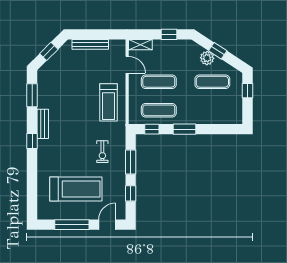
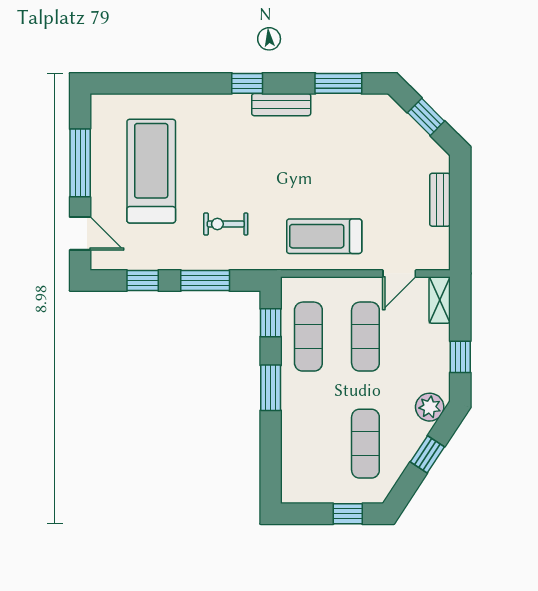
bench: (90, 44) -> (440, 200), width x0.73
plant: (207, 58) -> (430, 407), moved
treadmill: (76, 189) -> (151, 171), turned 180

